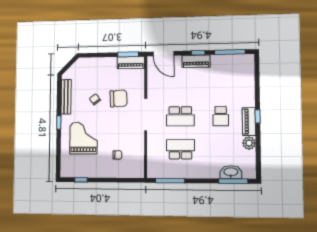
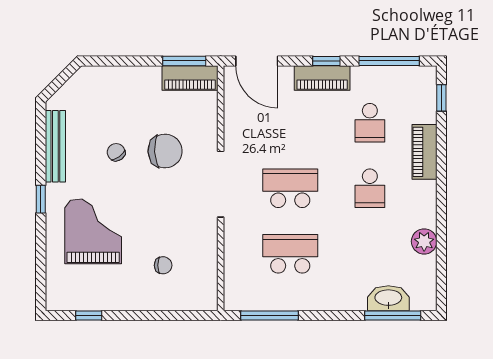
school desk: (220, 83) -> (370, 123), added
school desk: (180, 116) -> (290, 188), turned 180
window: (258, 116) -> (441, 98), moved
piano: (249, 122) -> (424, 152), moved

